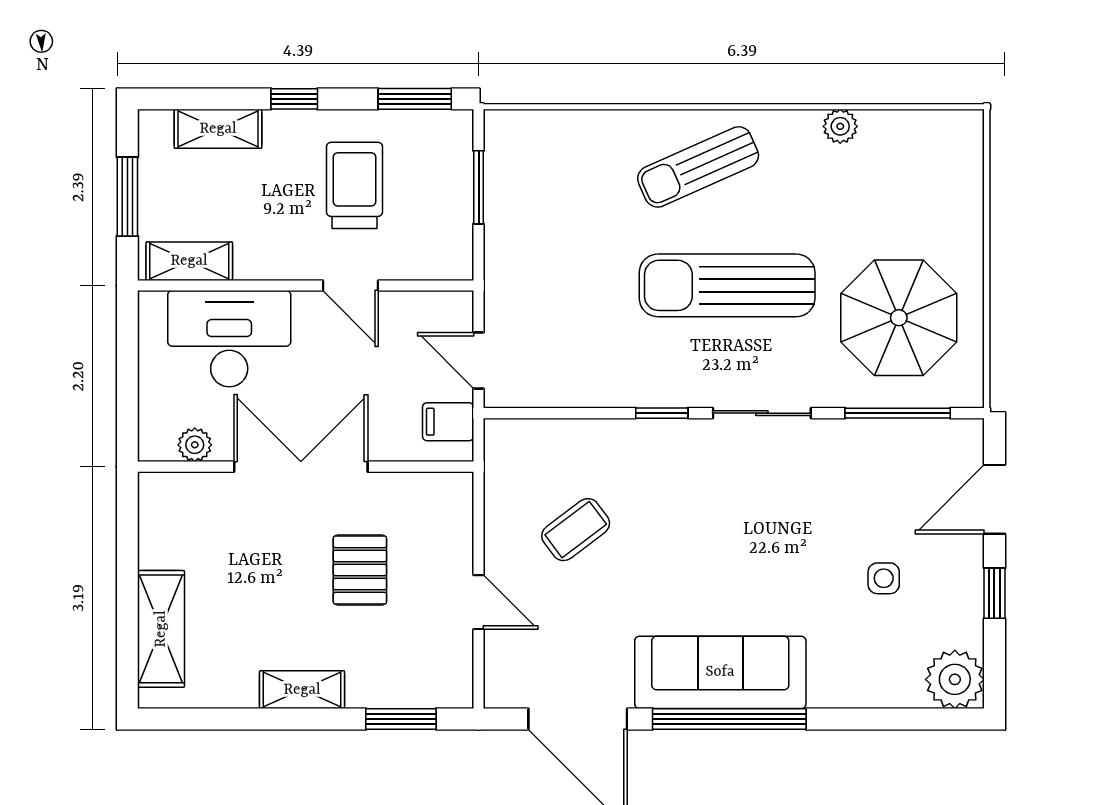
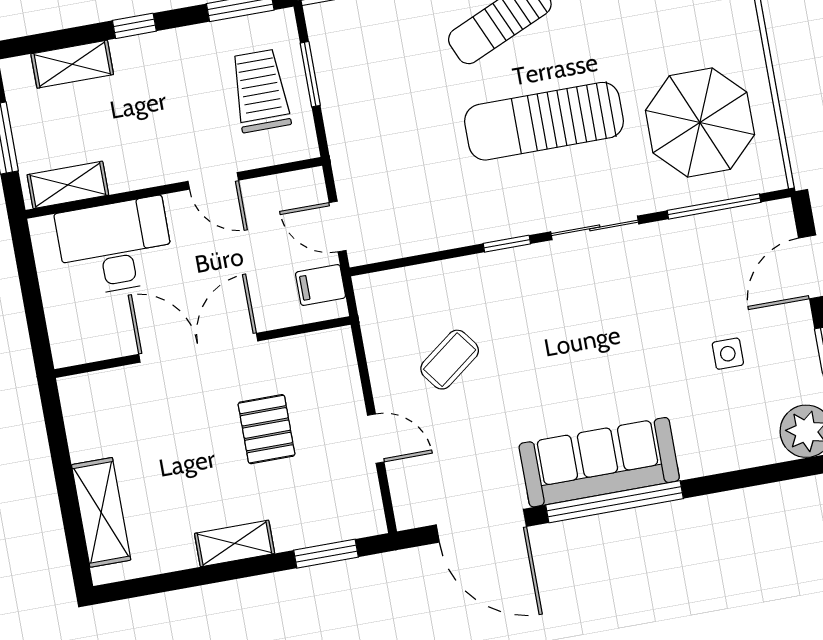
trolley: (354, 185) -> (260, 91), moved
plant: (195, 445) -> (102, 345), removed

